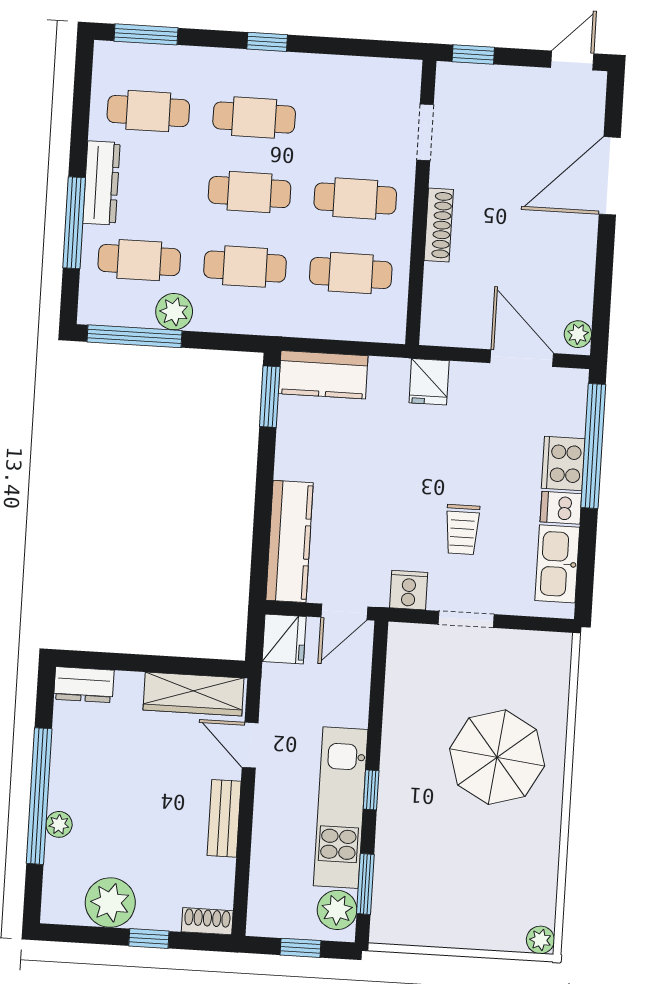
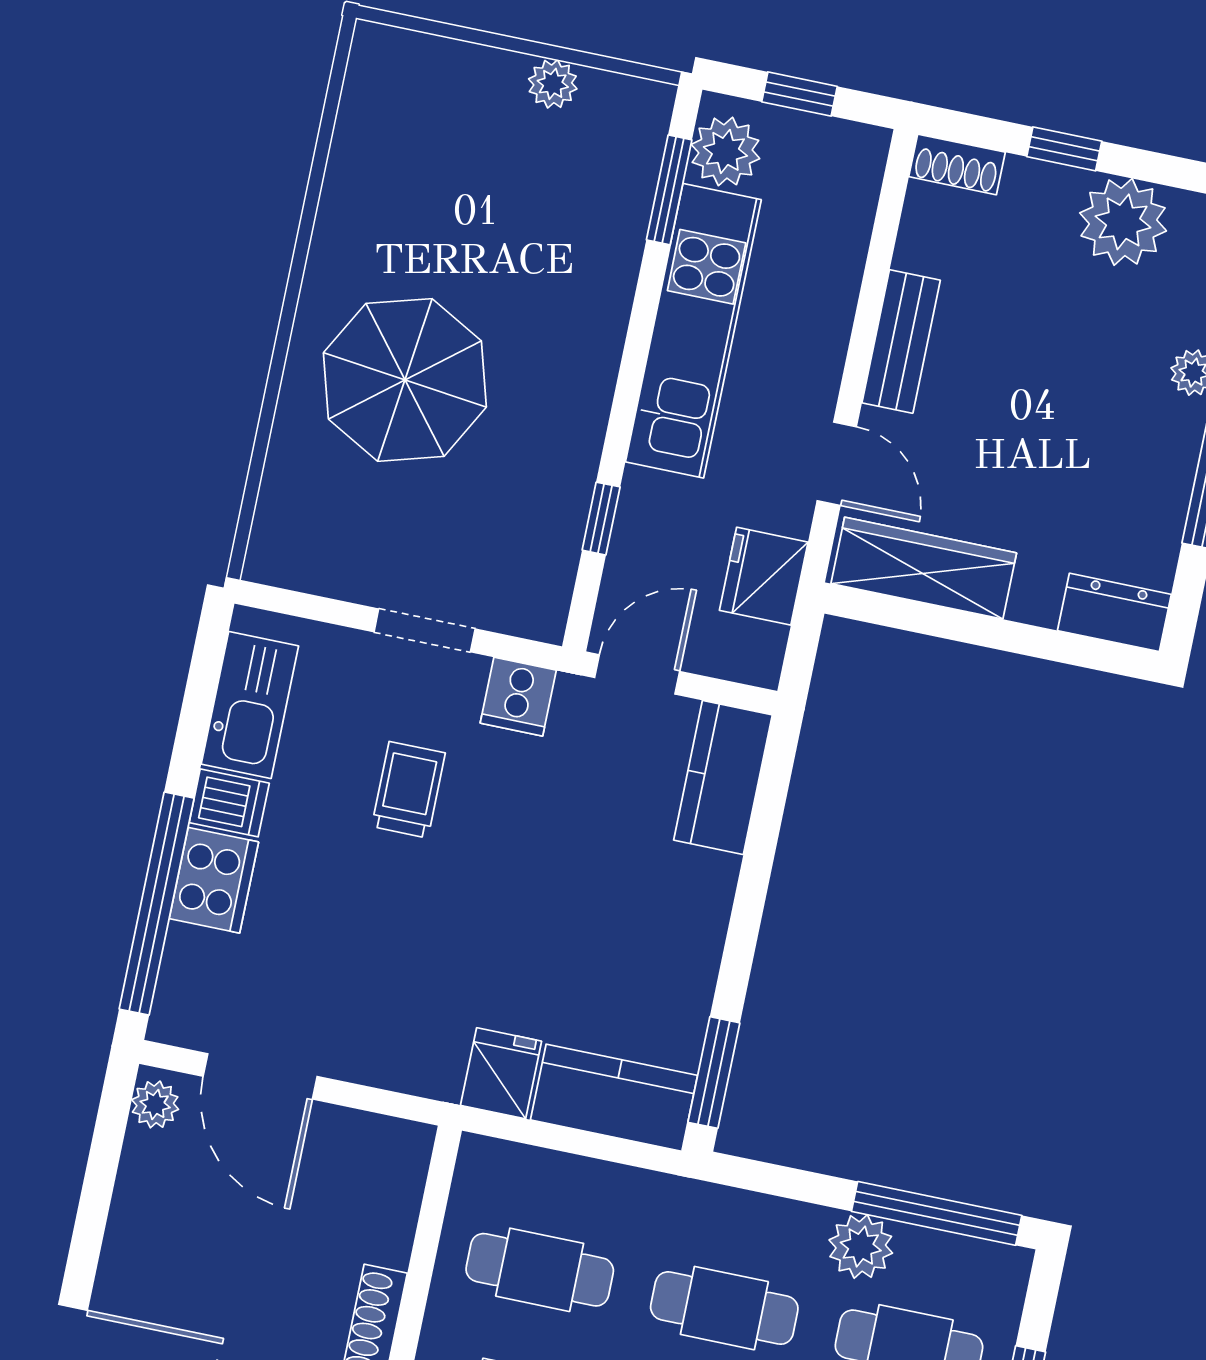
fridge: (429, 382) -> (501, 1073), moved
kitchen counter: (290, 541) -> (723, 778), width x0.67
fridge: (284, 639) -> (764, 576), moved
window: (371, 790) -> (601, 519), moved
plant: (540, 940) -> (553, 84), moved

